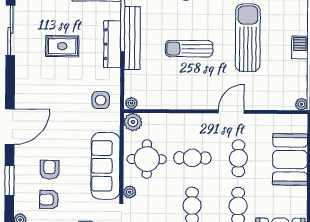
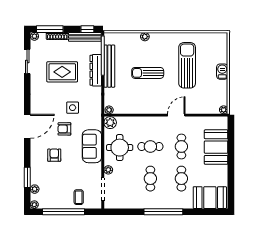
sliding door: (10, 30) -> (27, 62), width x0.73
rug: (62, 46) -> (62, 72), width x1.36, depth x1.43
side table: (101, 100) -> (73, 108), moved
sofa: (106, 166) -> (92, 146), width x0.73
window: (9, 181) -> (27, 177), moved
armchair: (49, 200) -> (64, 129), moved

